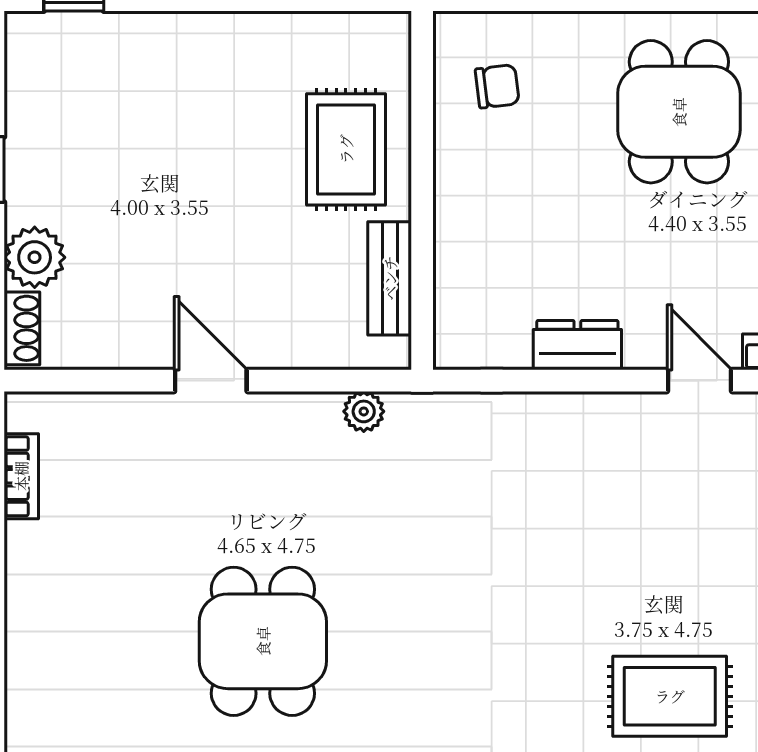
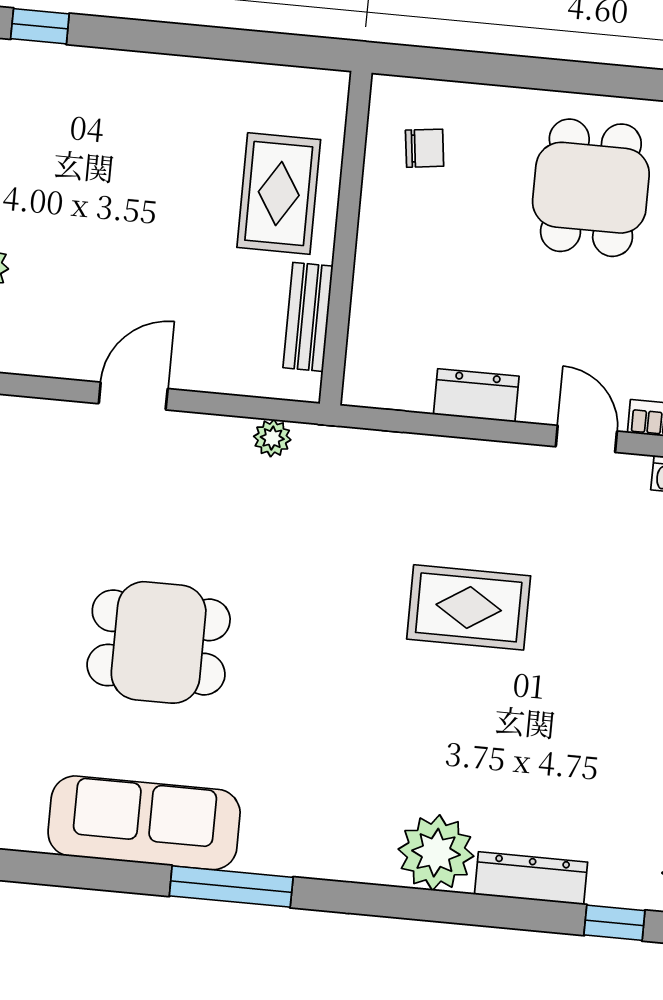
door: (211, 381) -> (133, 396), hinge flipped
dining table: (263, 641) -> (159, 642), turned 90
rug: (670, 696) -> (469, 607), moved

